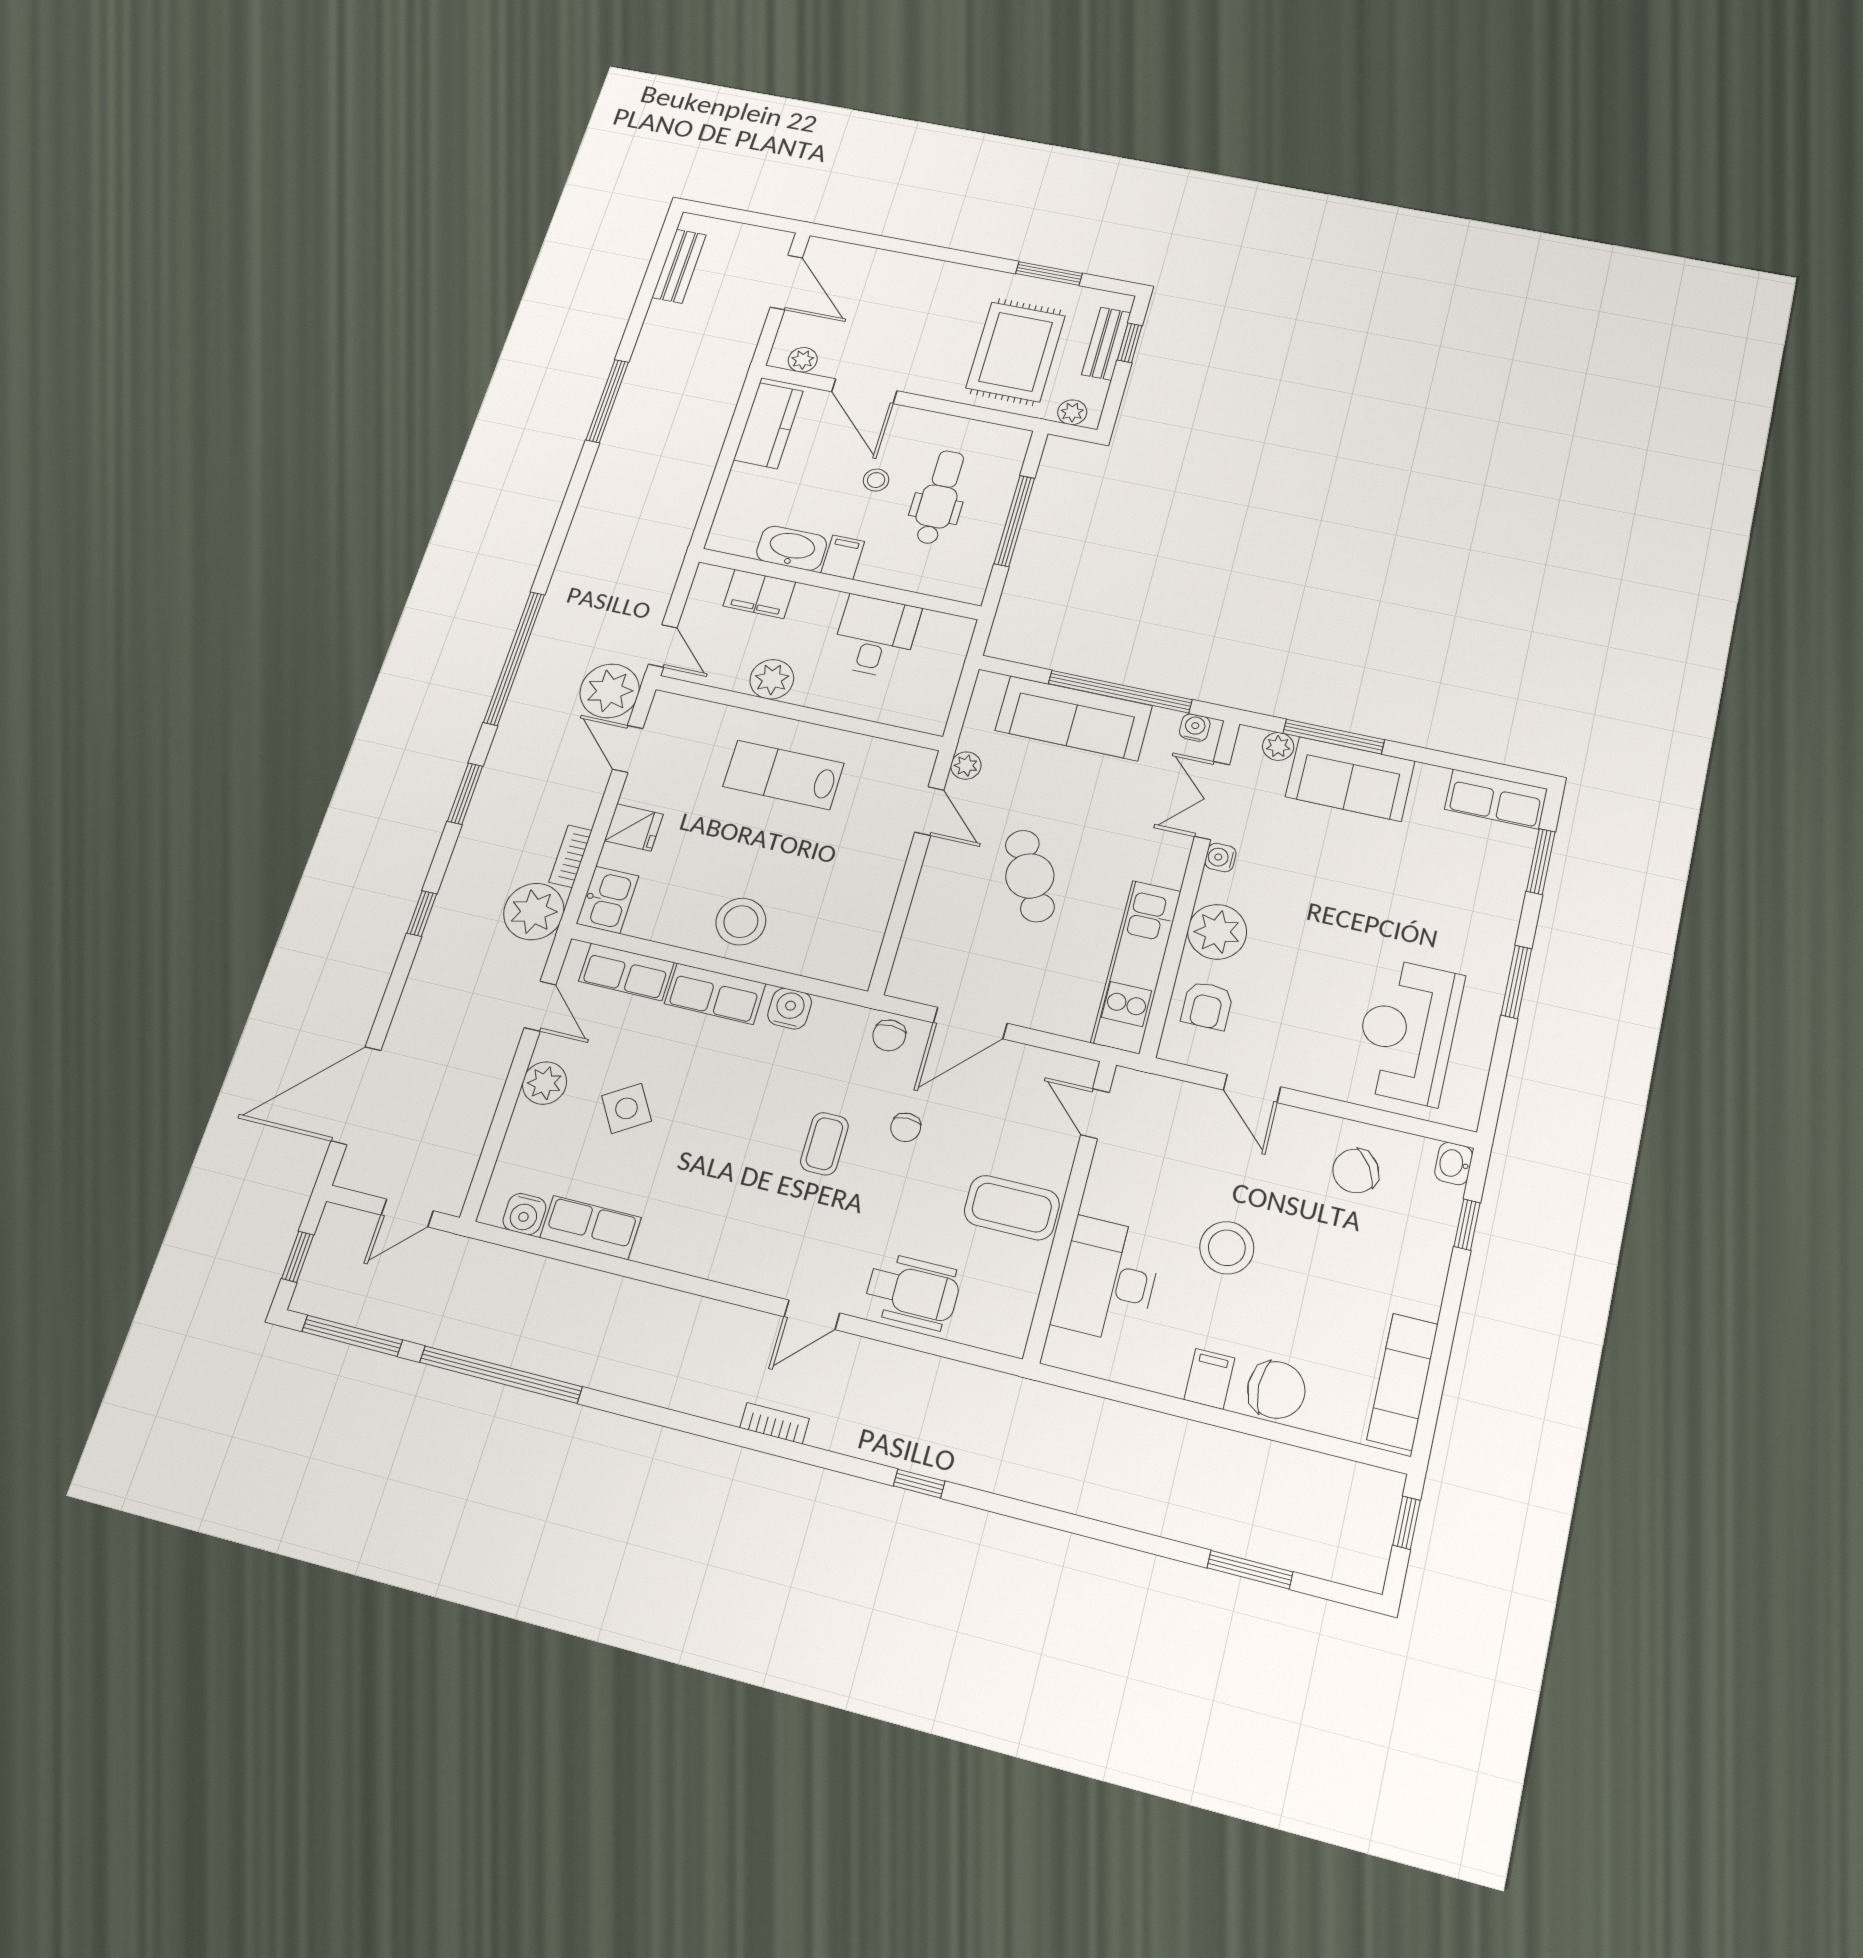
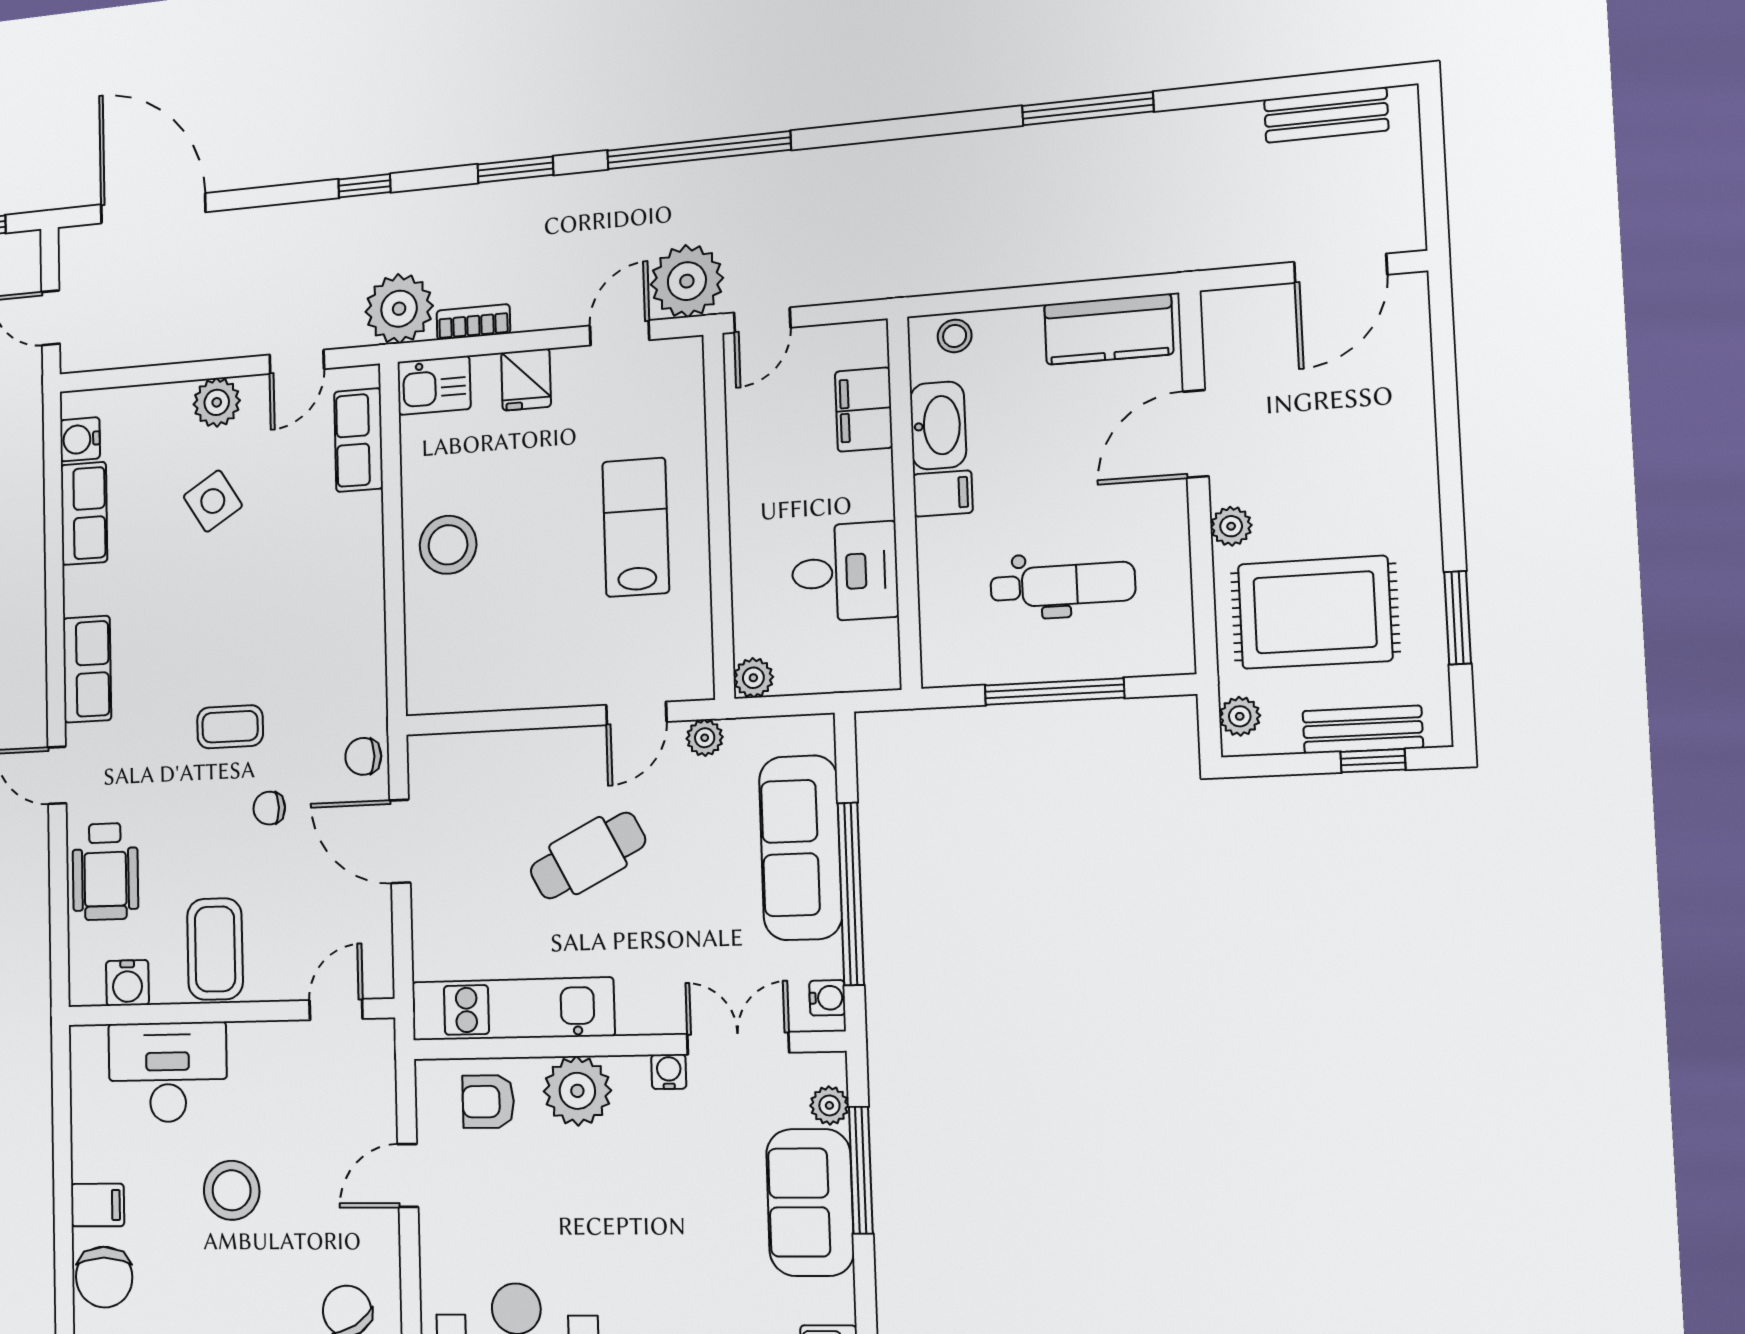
plant: (803, 360) -> (1231, 526), moved
stool: (876, 480) -> (955, 336), moved
plant: (772, 679) -> (753, 678), moved, width x0.73, depth x0.73
row of seats: (715, 994) -> (87, 669), moved, turned 180
water cooler: (790, 1009) -> (127, 983), moved, turned 90

